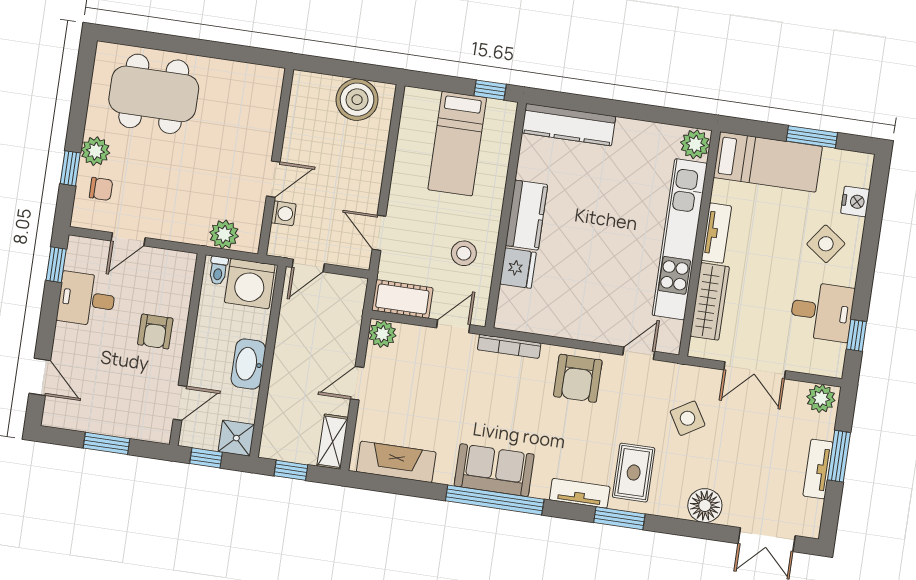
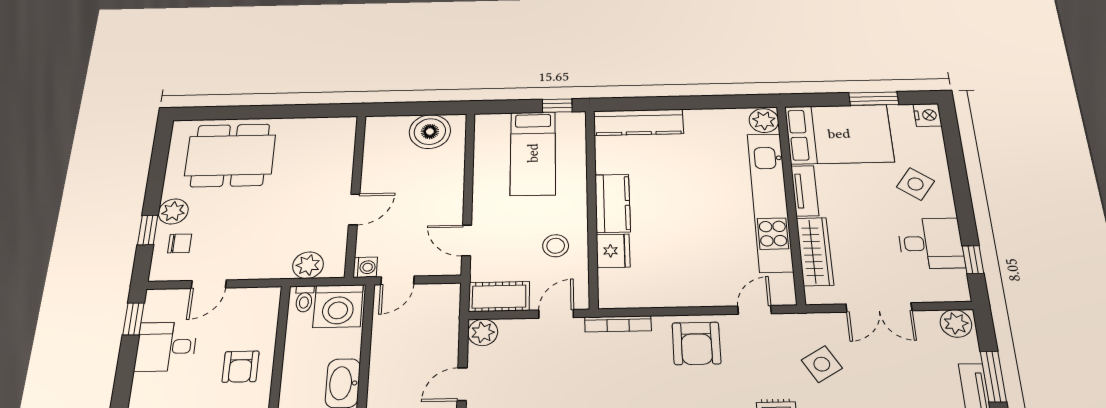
bed: (768, 162) -> (839, 134), width x1.50
nightstand: (855, 201) -> (927, 115), moved
washing machine: (284, 213) -> (365, 267), moved

